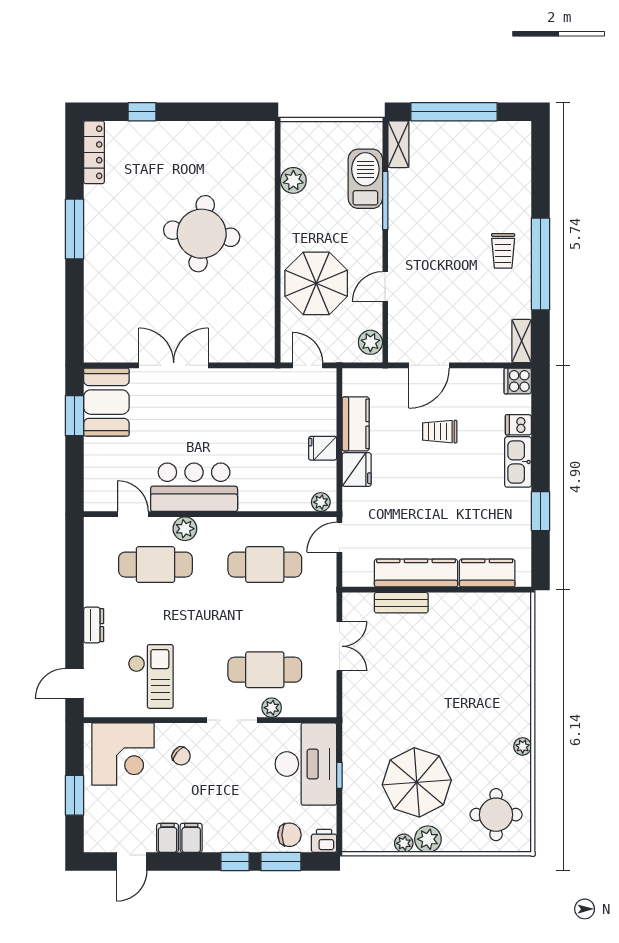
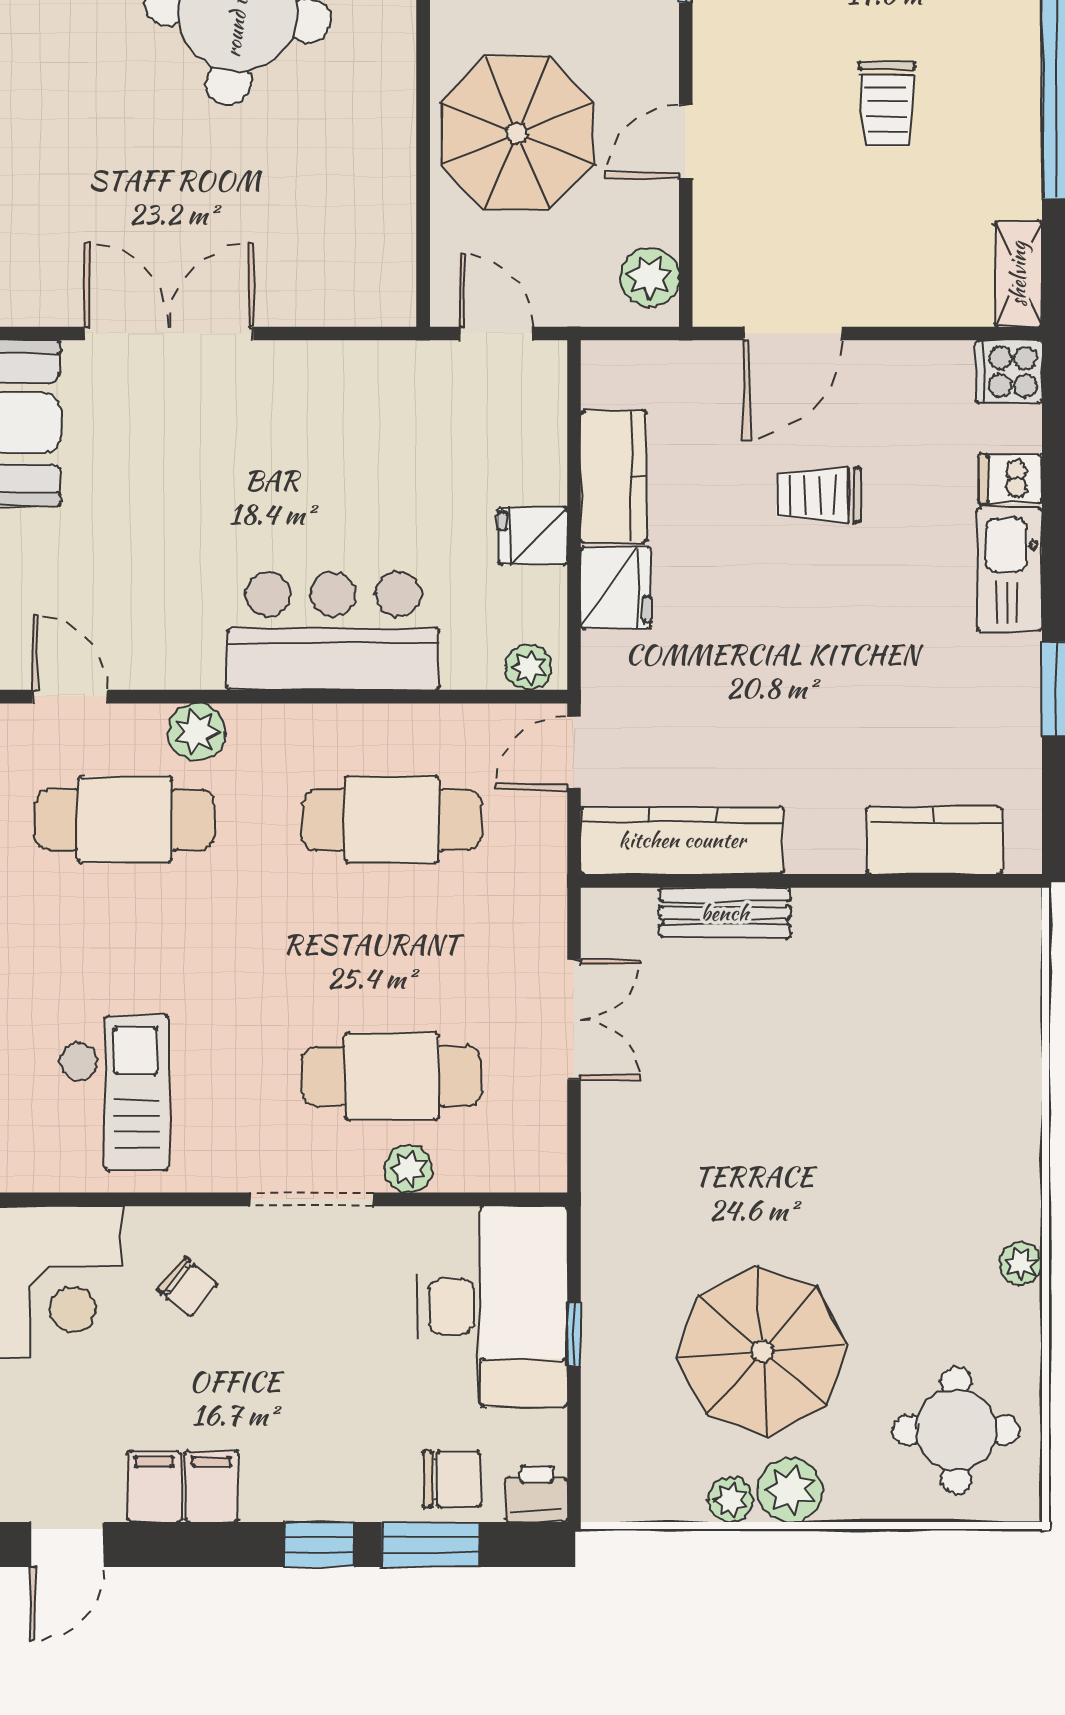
trolley: (503, 251) -> (887, 104), moved
bar counter: (194, 487) -> (333, 631), moved
kitchen counter: (416, 573) -> (682, 840), moved

